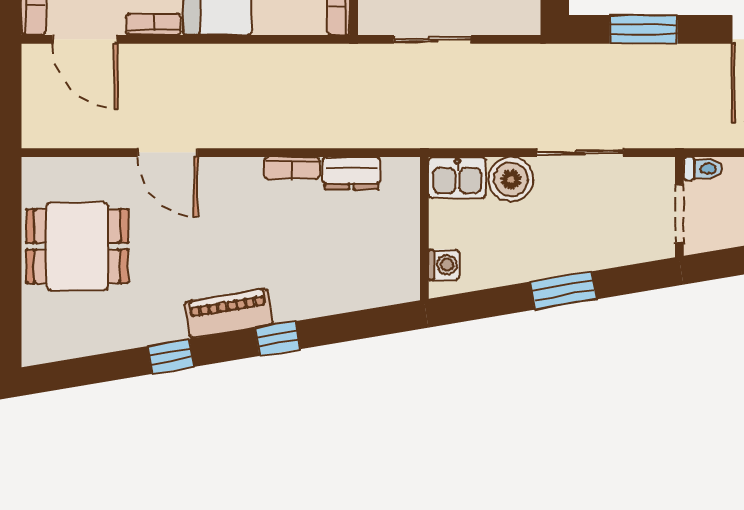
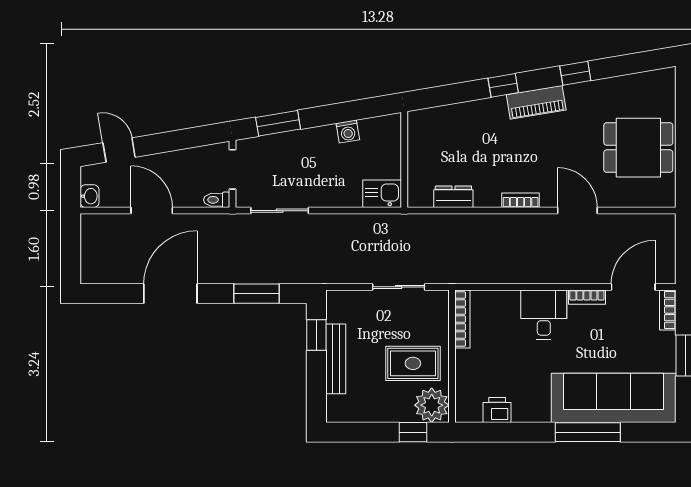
door: (85, 39) -> (633, 287), hinge flipped
sliding door: (580, 153) -> (280, 211), moved
bookcase: (292, 168) -> (521, 200), moved
boiler: (511, 179) -> (346, 193), removed
washing machine: (444, 265) -> (348, 132), moved, turned -100
window: (563, 291) -> (278, 123), moved

